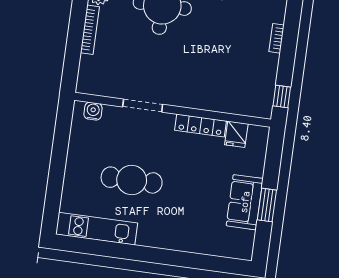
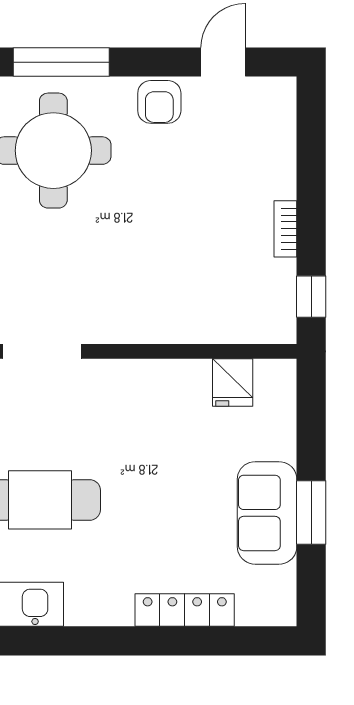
bookcase: (277, 38) -> (285, 229), moved
locker: (201, 126) -> (185, 610), moved, turned 180

